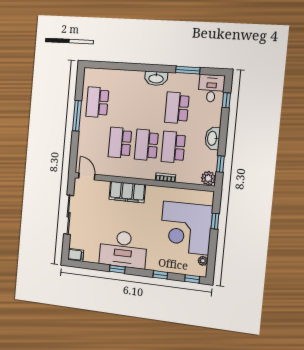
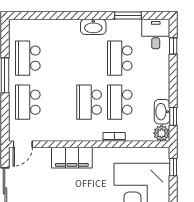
washbasin: (212, 138) -> (162, 112), moved
school desk: (120, 143) -> (28, 102), moved
door: (87, 176) -> (23, 144), swing flipped
window: (215, 221) -> (173, 167), moved

